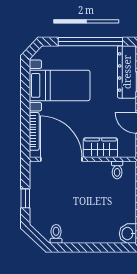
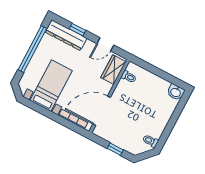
wardrobe: (100, 148) -> (113, 70), moved

